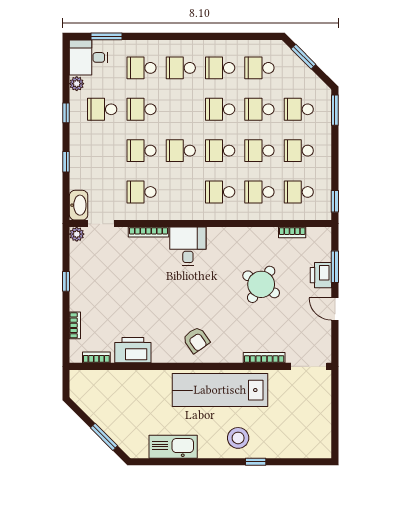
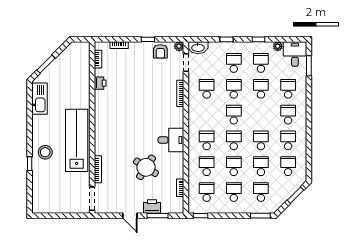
school desk: (102, 151) -> (234, 63), added
desk: (188, 246) -> (171, 140), moved
door: (335, 309) -> (130, 216), swing flipped
armchair: (196, 340) -> (160, 51), moved, turned -55
printer: (133, 350) -> (100, 83), width x0.53, depth x0.68
kitchen sink: (173, 447) -> (39, 99), moved

